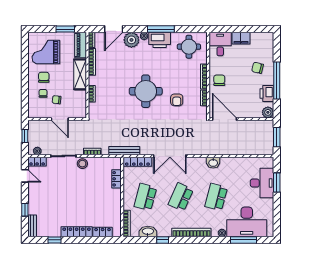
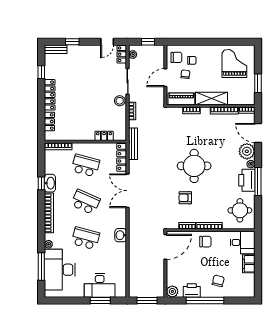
piano: (81, 45) -> (181, 99), moved
chair: (44, 77) -> (176, 57), moved
washbasin: (148, 232) -> (50, 183), moved

